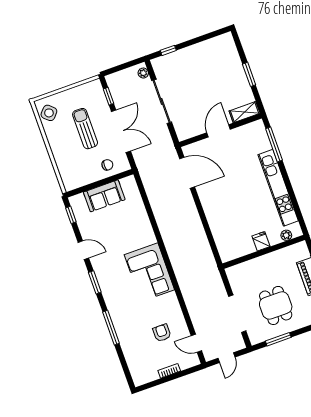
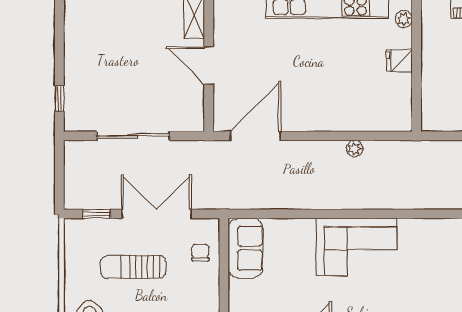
plant: (143, 73) -> (355, 148), moved
sofa: (104, 196) -> (245, 248), moved
corner sofa: (149, 272) -> (356, 247), moved

